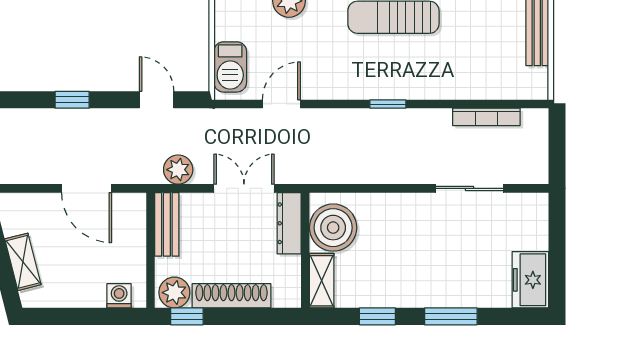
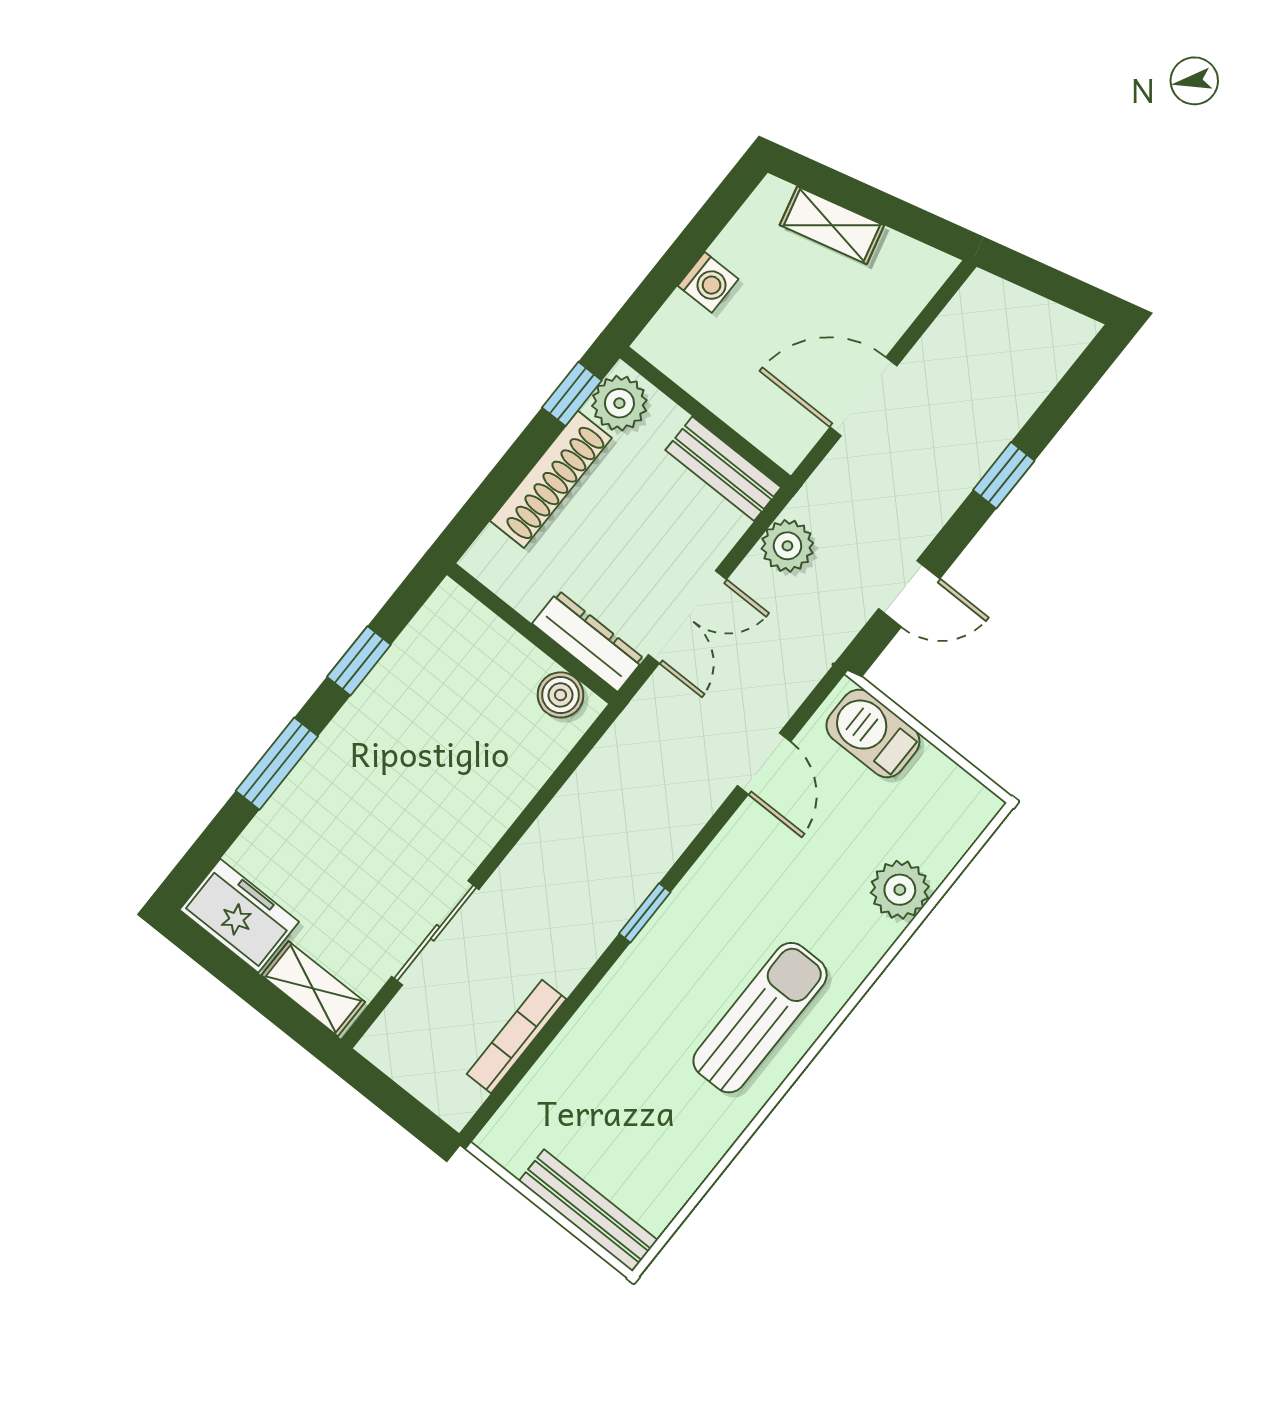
boiler: (333, 228) -> (561, 695), width x0.54, depth x0.54
shelving: (322, 281) -> (313, 989), moved
washing machine: (119, 296) -> (708, 282), moved

